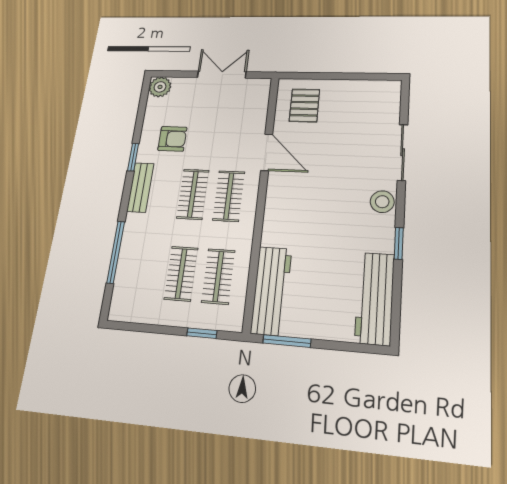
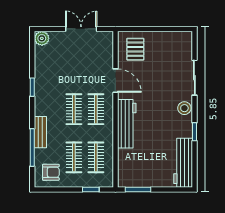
armchair: (172, 139) -> (51, 172), moved
bench: (140, 187) -> (40, 132), moved
workbench: (271, 291) -> (127, 124), moved

